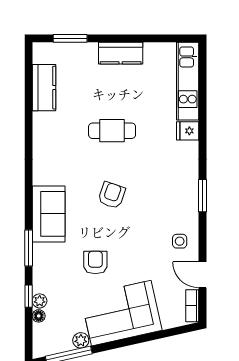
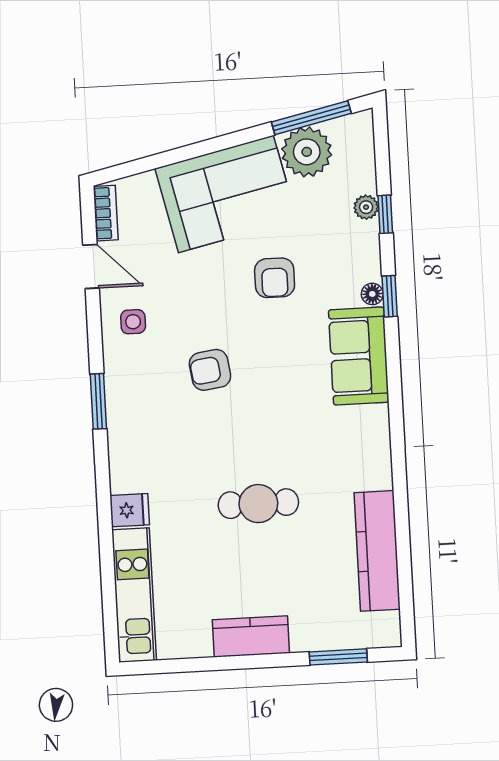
kitchen counter: (44, 88) -> (377, 551), width x1.50
armchair: (112, 195) -> (210, 370), moved, turned 63
window: (29, 248) -> (390, 296), width x0.67
floor lamp: (39, 316) -> (372, 294), moved
plant: (81, 340) -> (307, 152), width x1.88, depth x1.88

